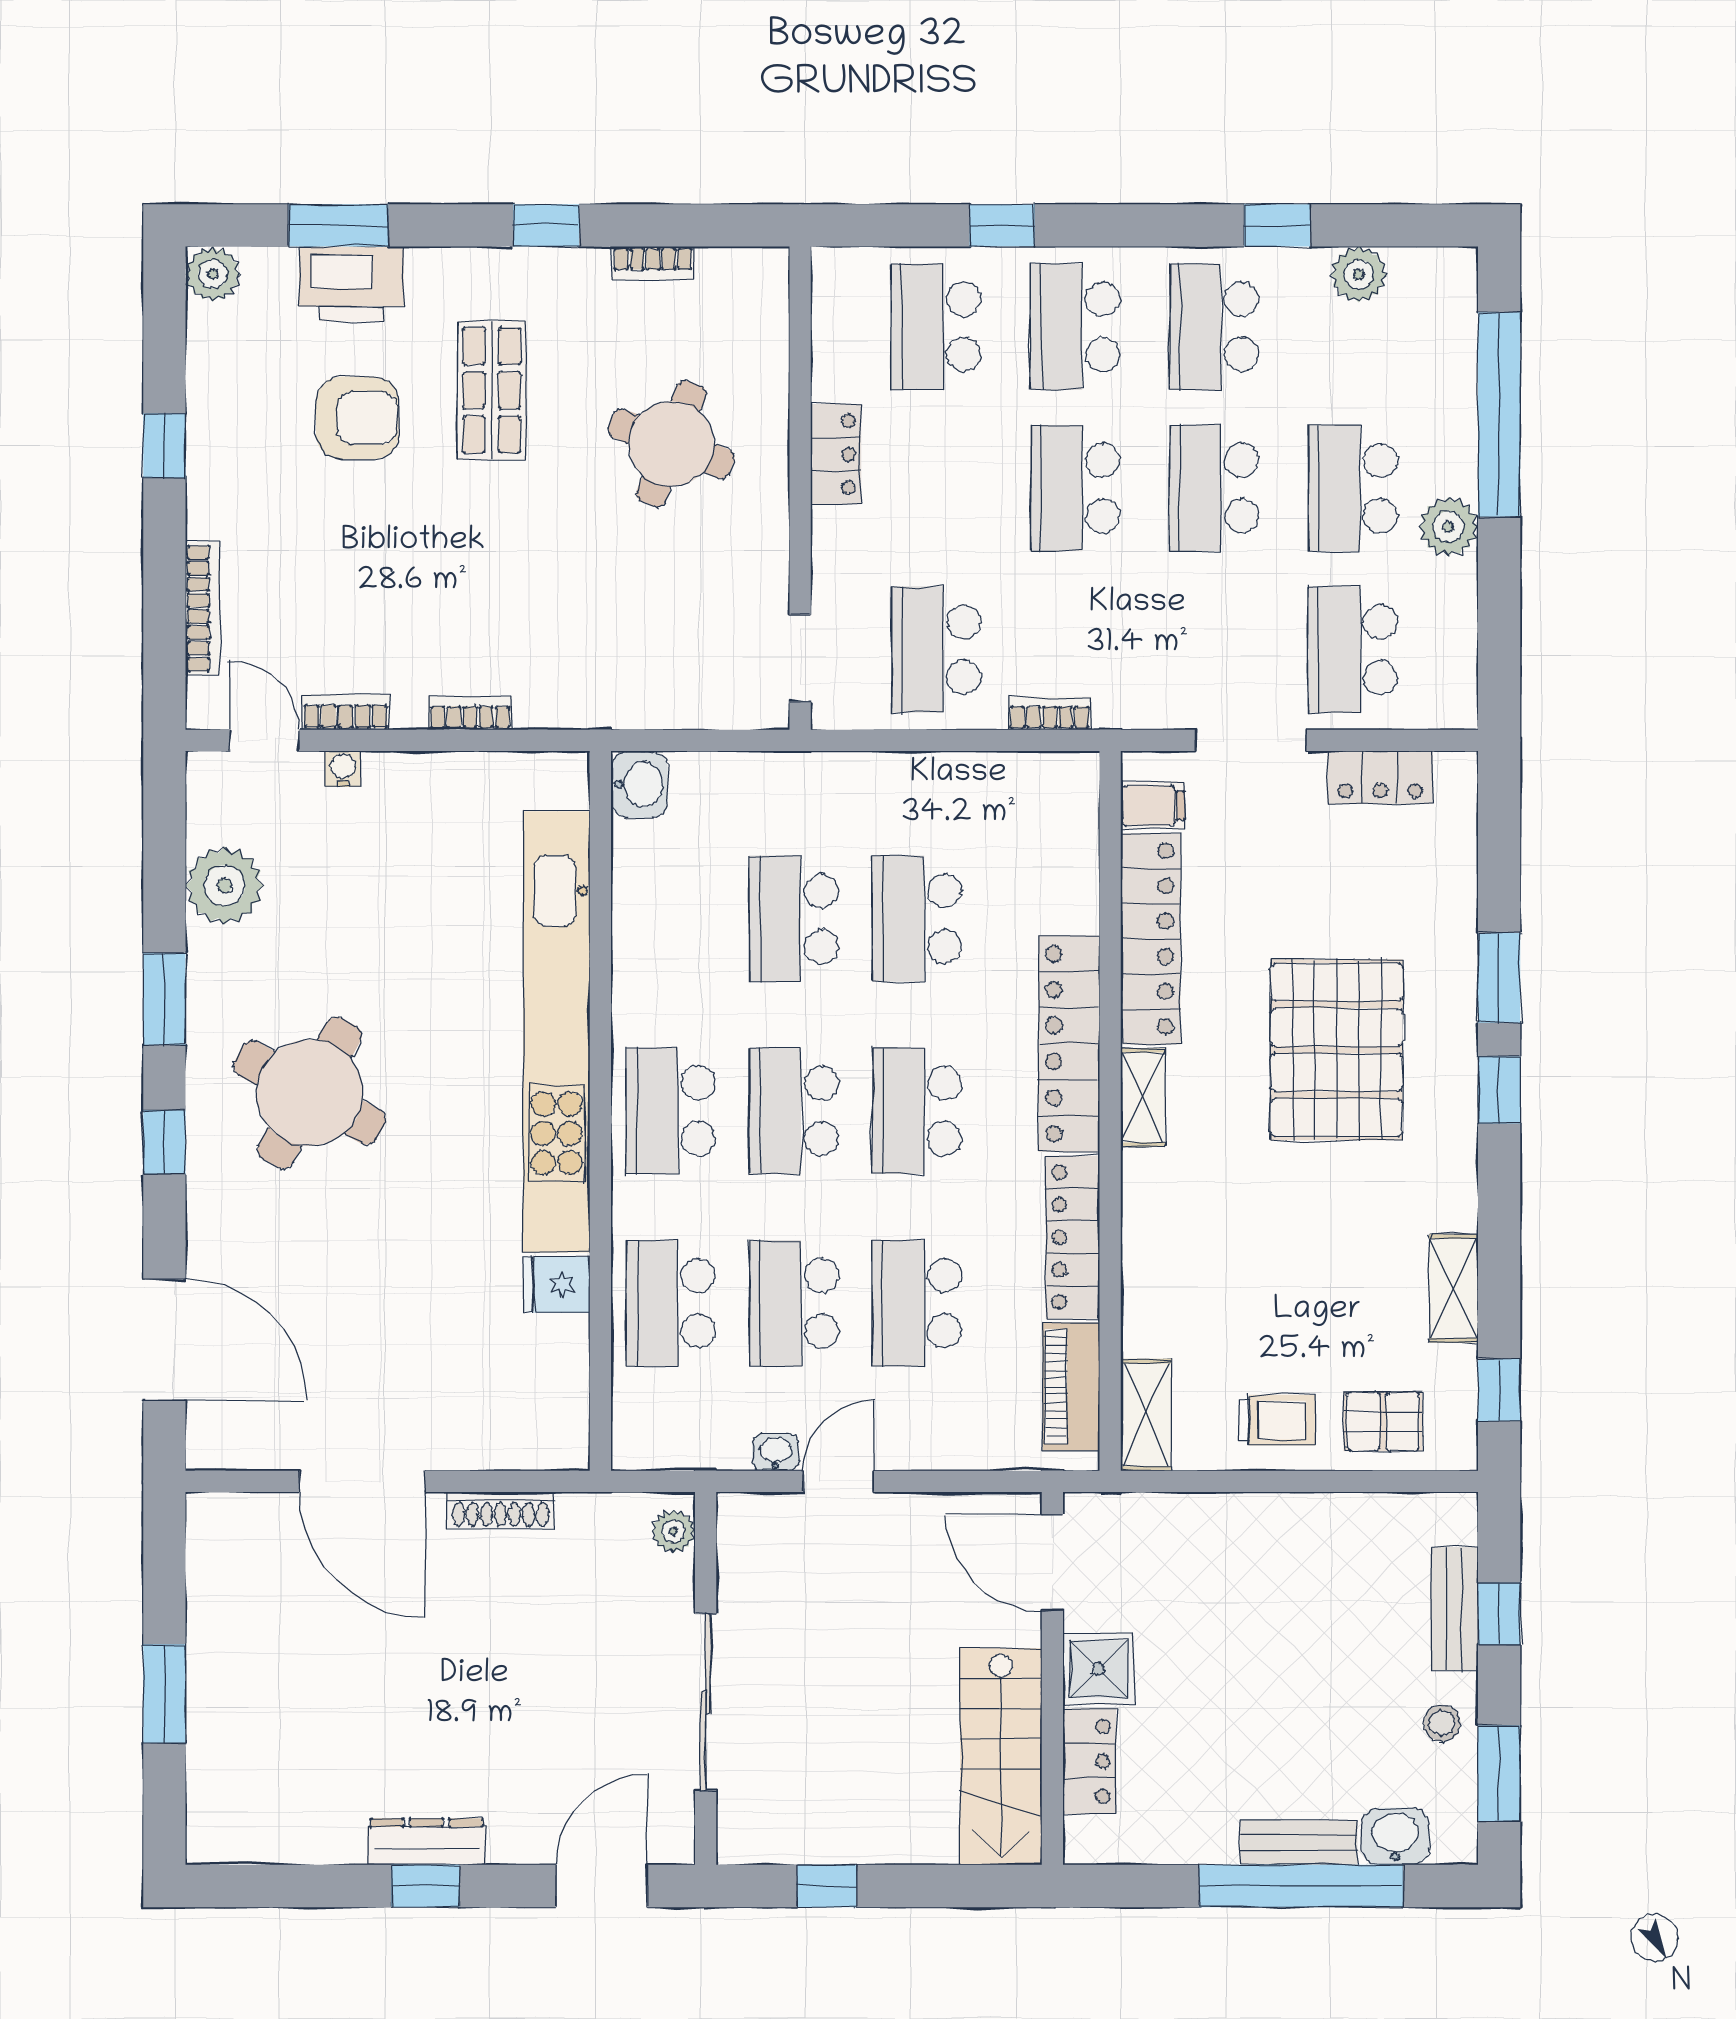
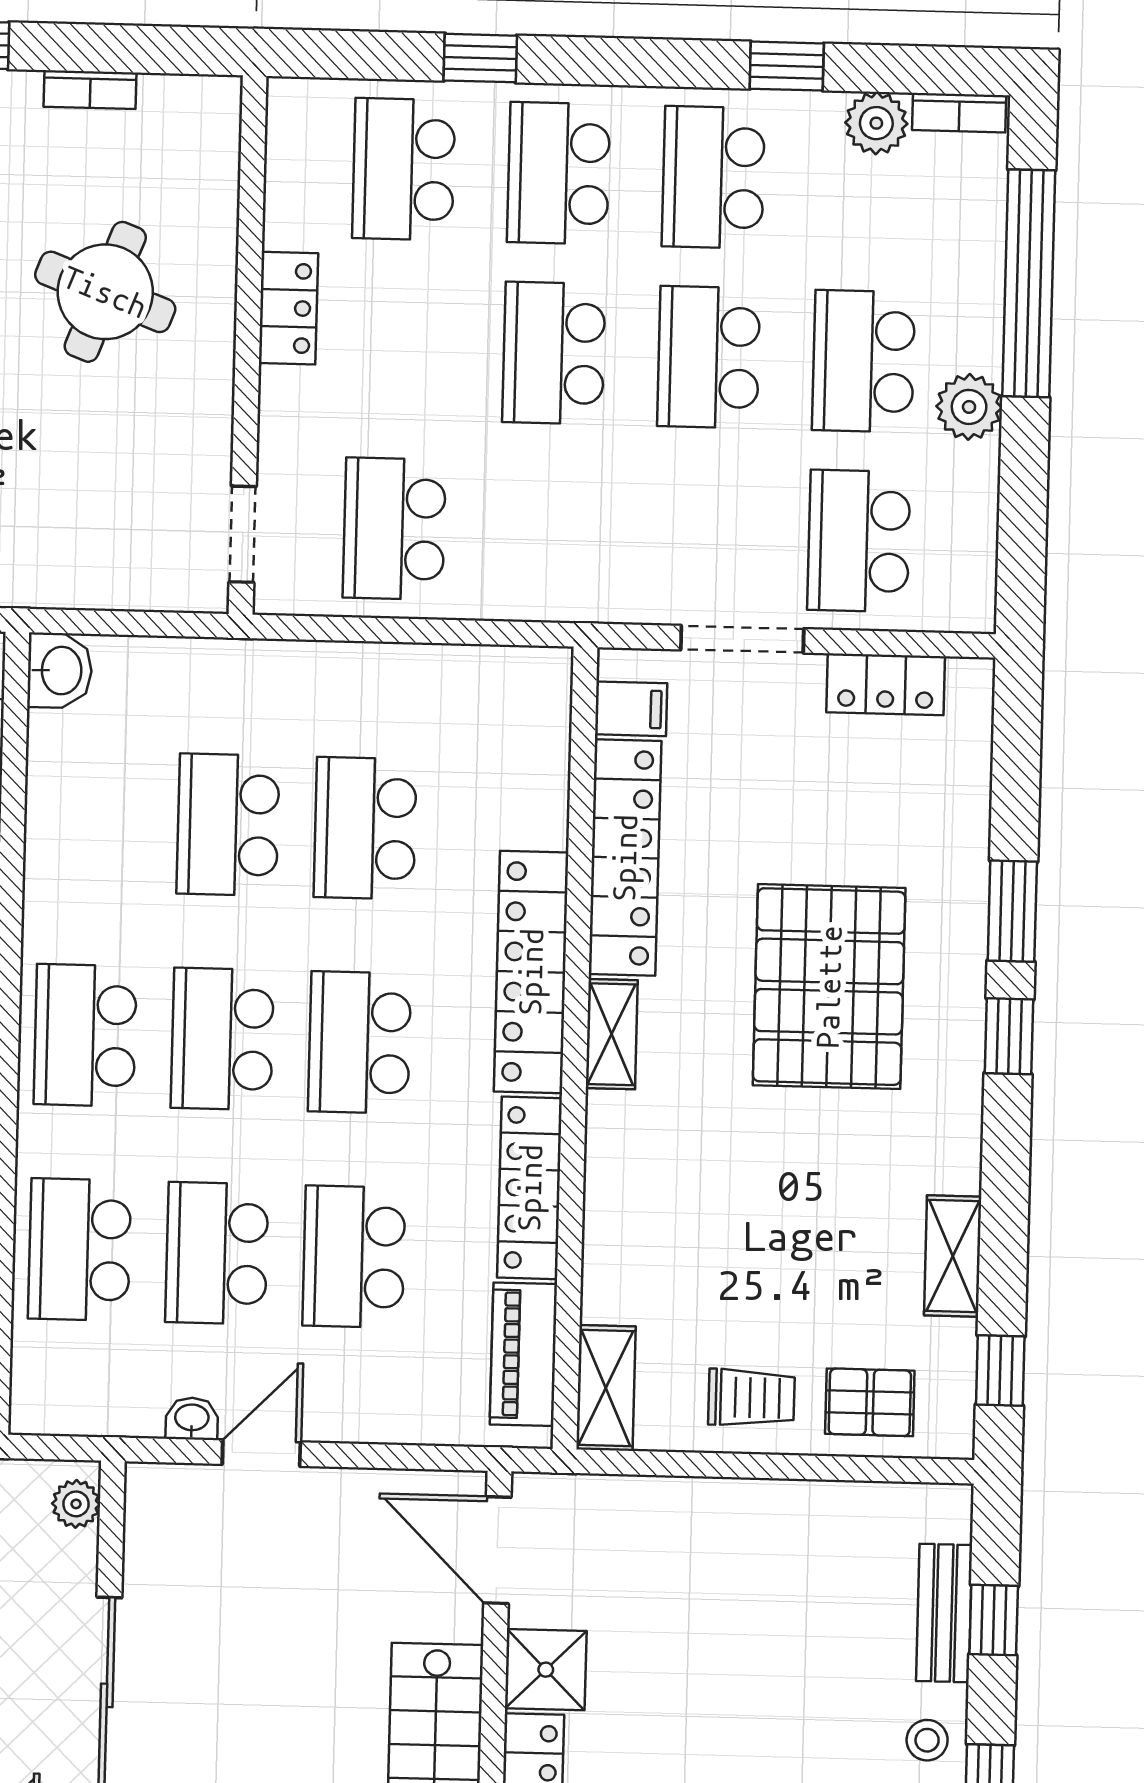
bookcase: (1050, 713) -> (959, 113), moved, turned 180

